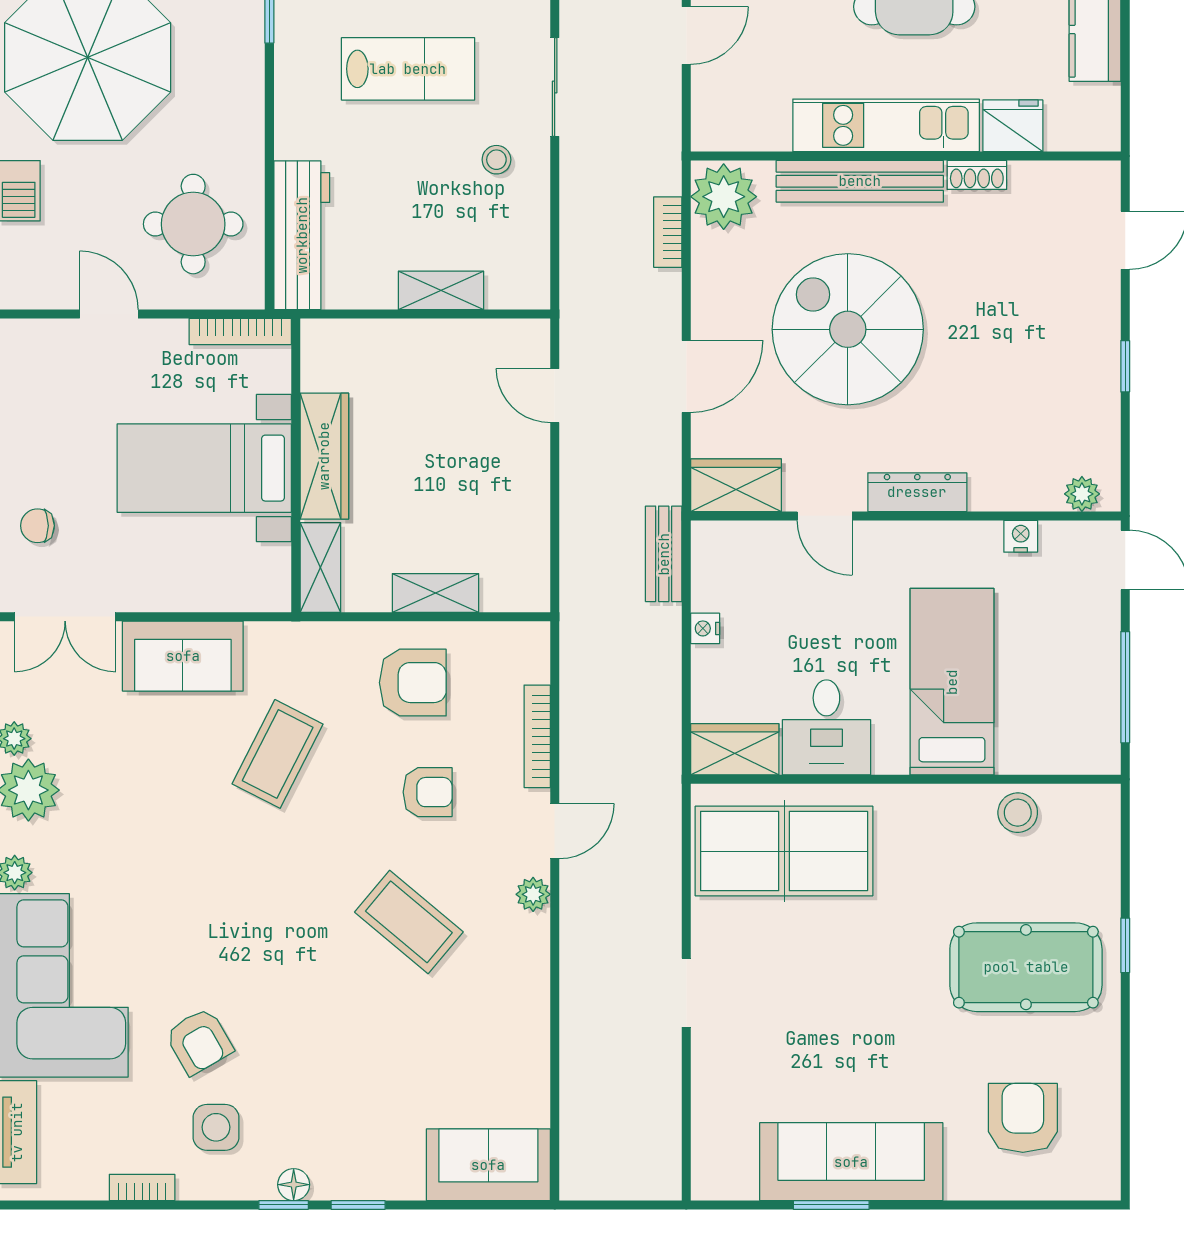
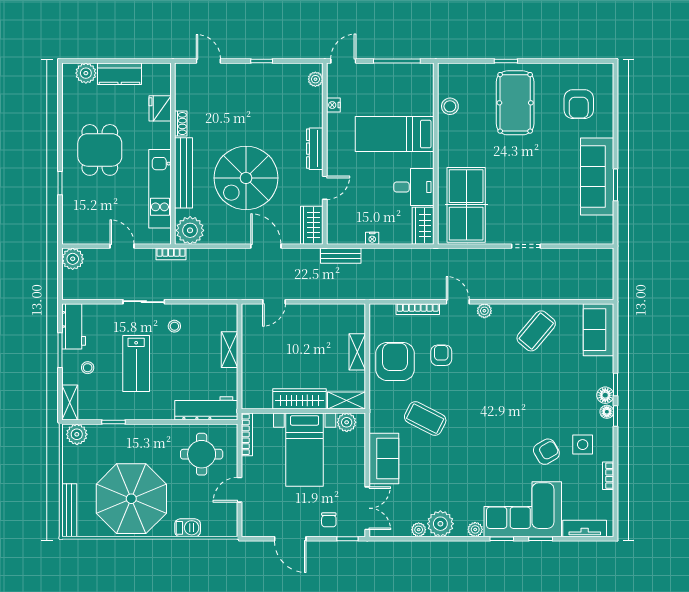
lab bench: (408, 69) -> (136, 364), turned 180
kitchen unit: (886, 125) -> (160, 189), moved
bookcase: (668, 232) -> (171, 254), moved
plant: (269, 568) -> (347, 422), added
armchair: (413, 683) -> (395, 361), width x1.36, depth x1.36
coffee table: (409, 922) -> (536, 331), moved
armchair: (1023, 1118) -> (579, 104), turned -90
floor lamp: (333, 1181) -> (605, 395), added

